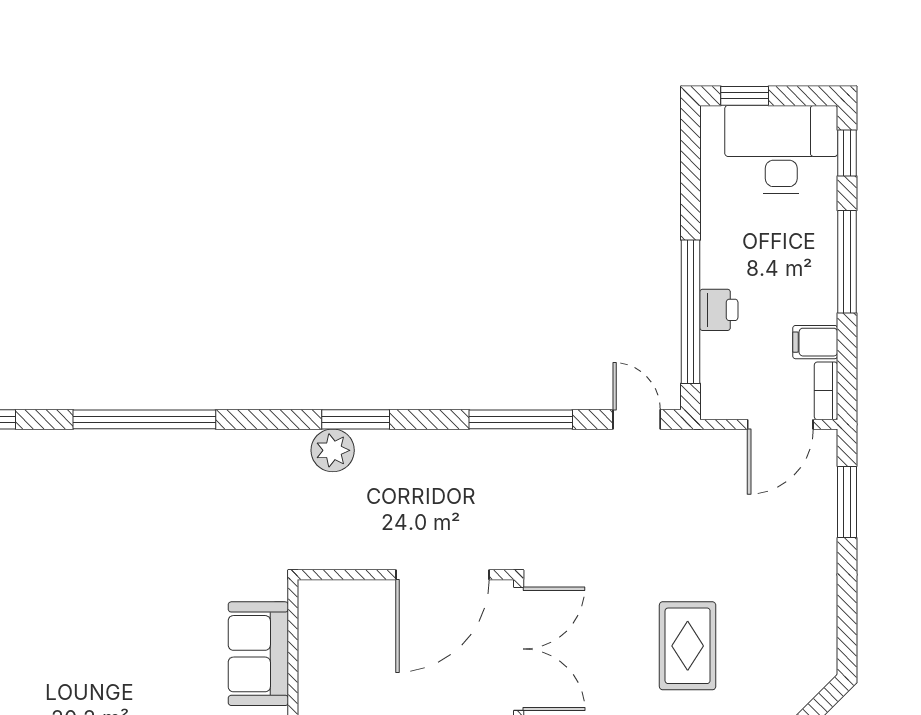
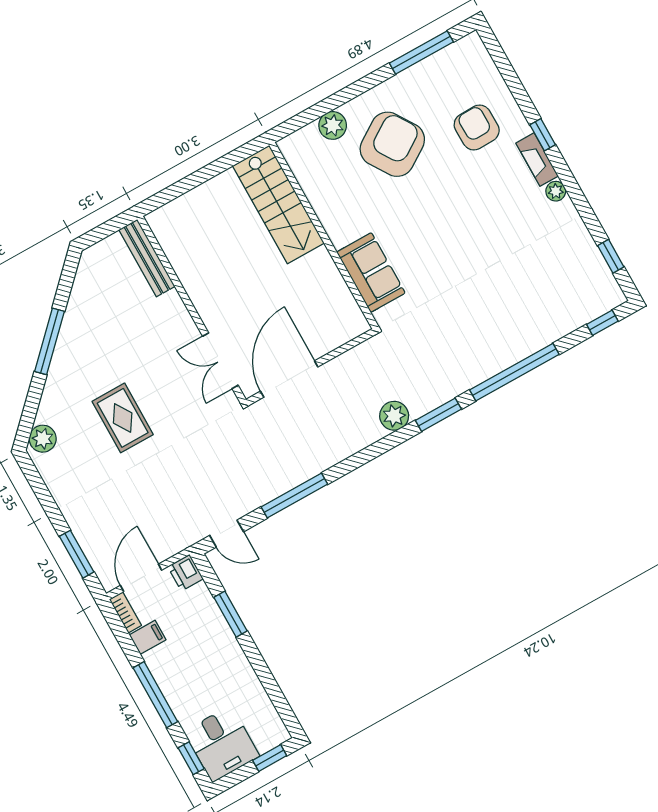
desk: (781, 150) -> (222, 744), width x0.73
printer: (719, 310) -> (186, 573), moved
window: (690, 312) -> (231, 614), width x0.47
window: (356, 419) -> (438, 415), moved
double door: (519, 649) -> (220, 361), width x0.73
plant: (807, 677) -> (43, 439), added

